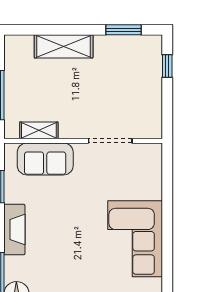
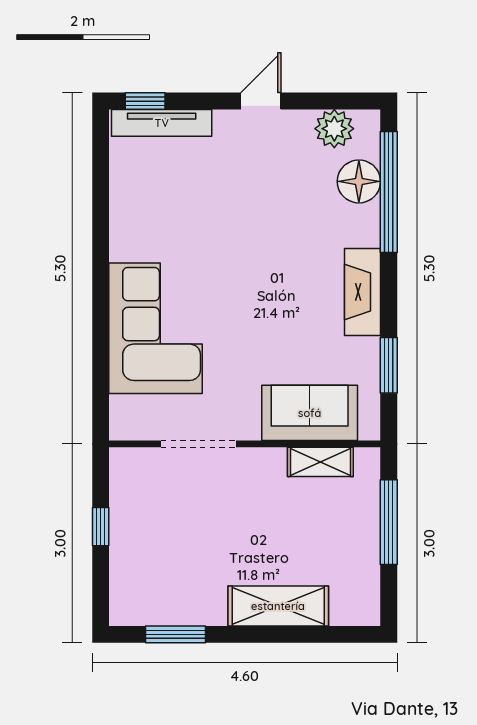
window: (167, 66) -> (101, 527), moved
corner sofa: (135, 239) -> (156, 328), moved

